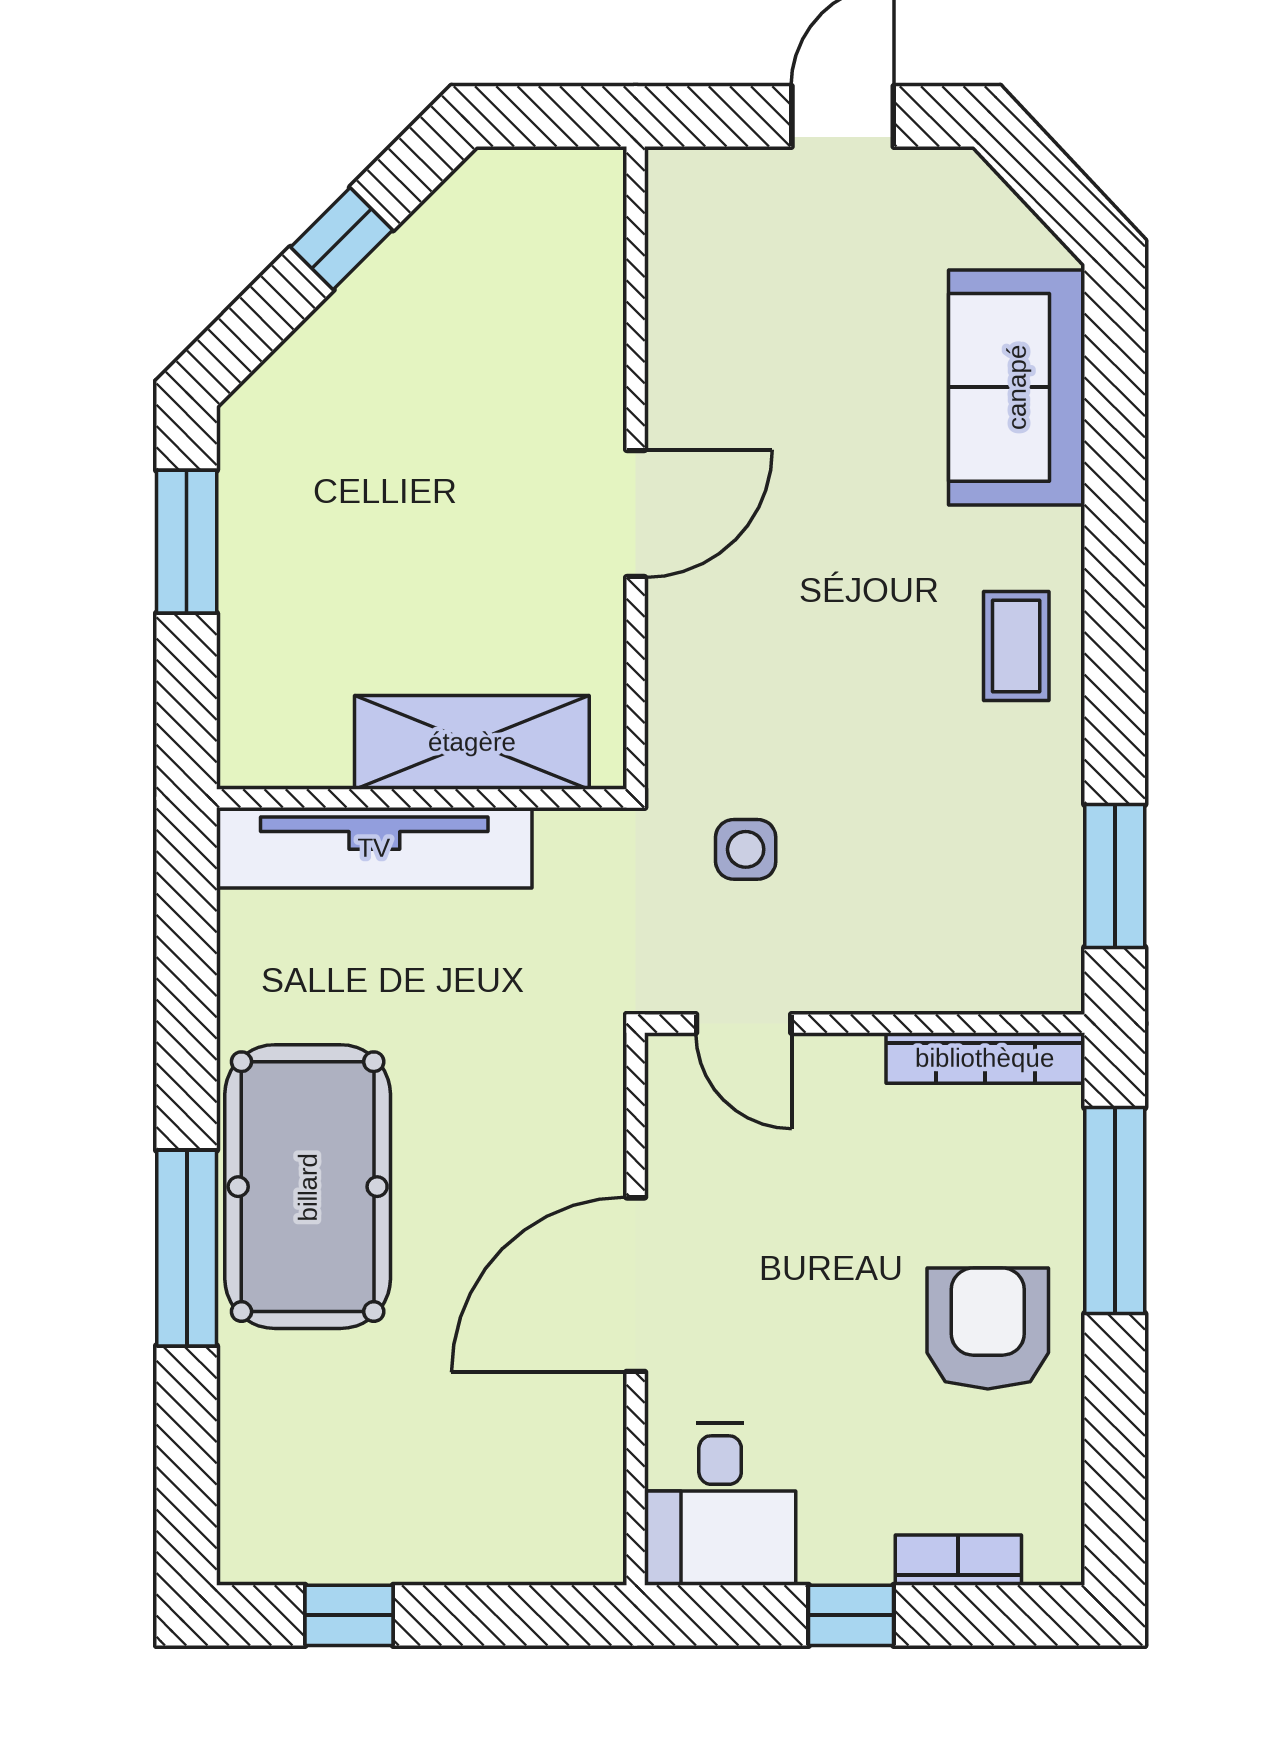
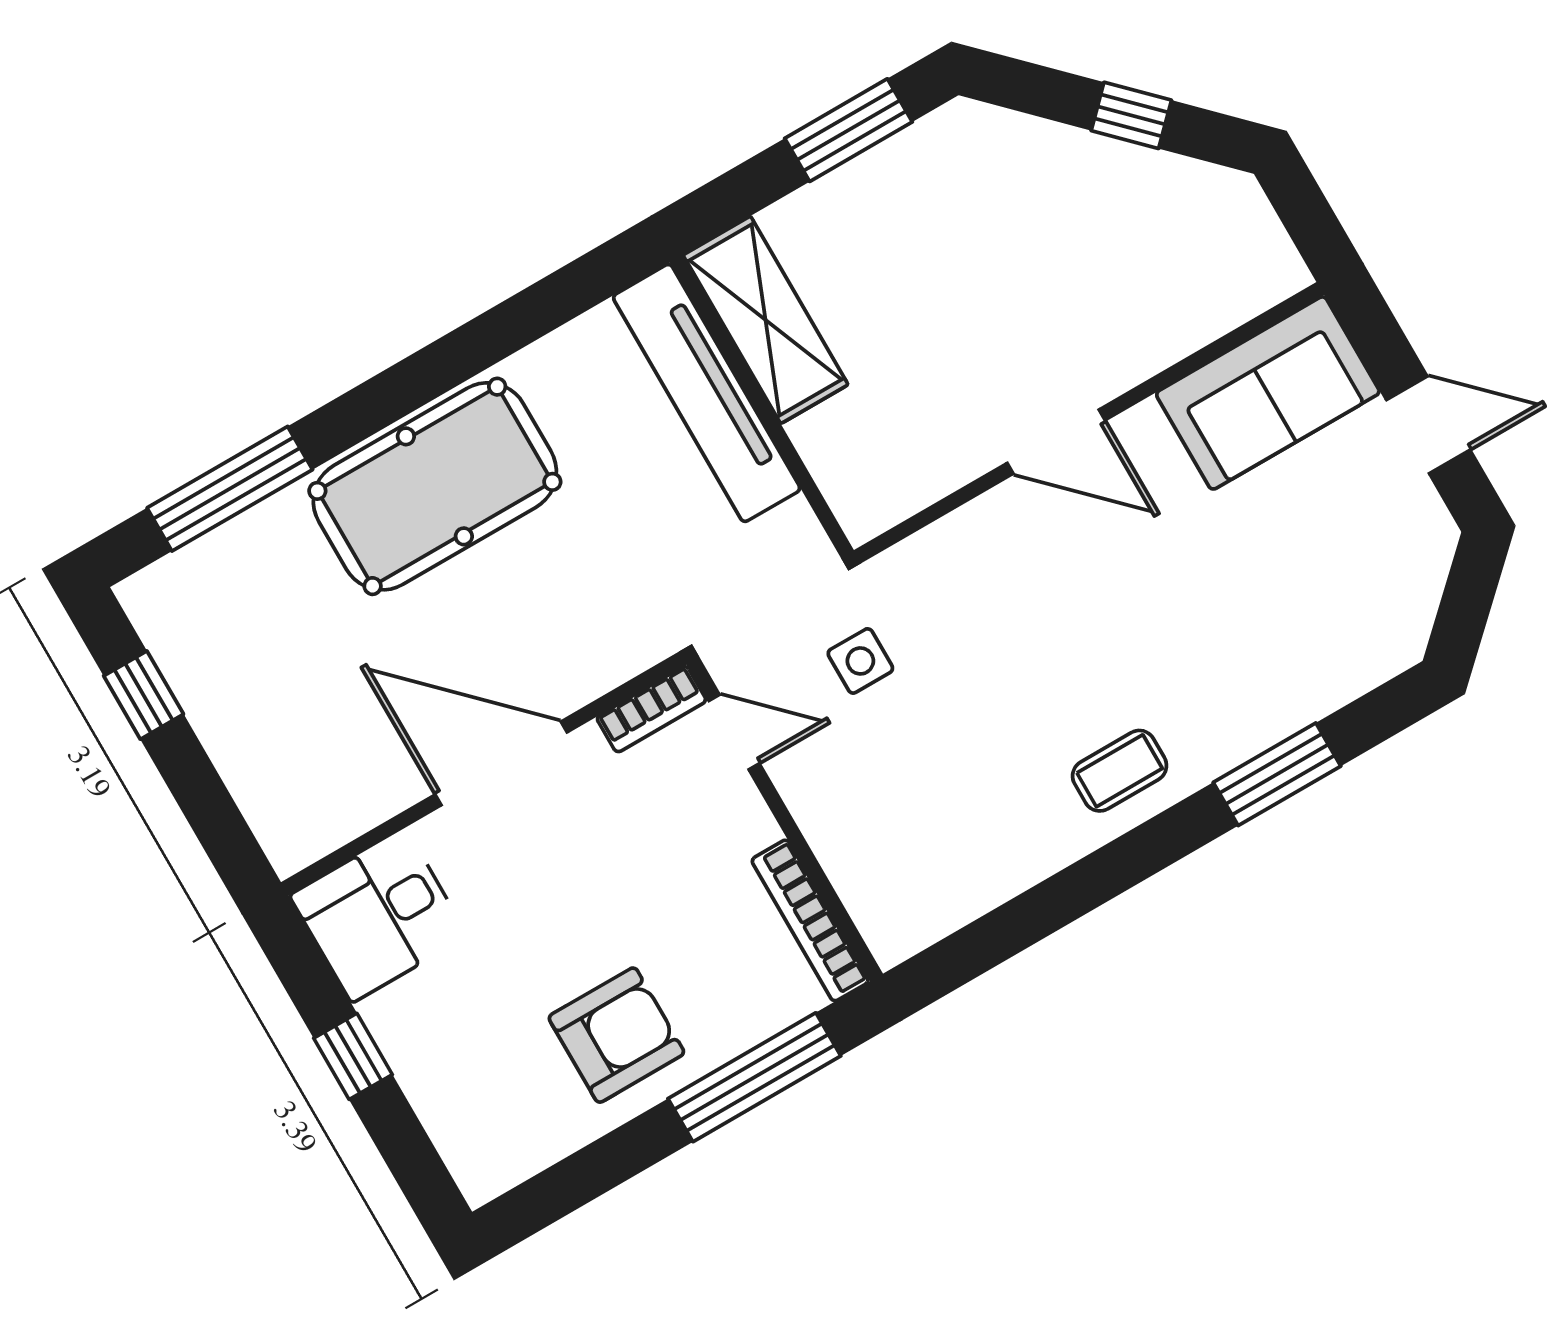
sofa: (1017, 387) -> (1268, 393), moved, turned 180
shelving: (472, 742) -> (766, 320), moved
window: (1115, 876) -> (1277, 774), moved
door: (744, 1024) -> (734, 732), swing flipped
window: (187, 1248) -> (230, 489), moved
bookcase: (958, 1560) -> (651, 709), moved, turned 90

